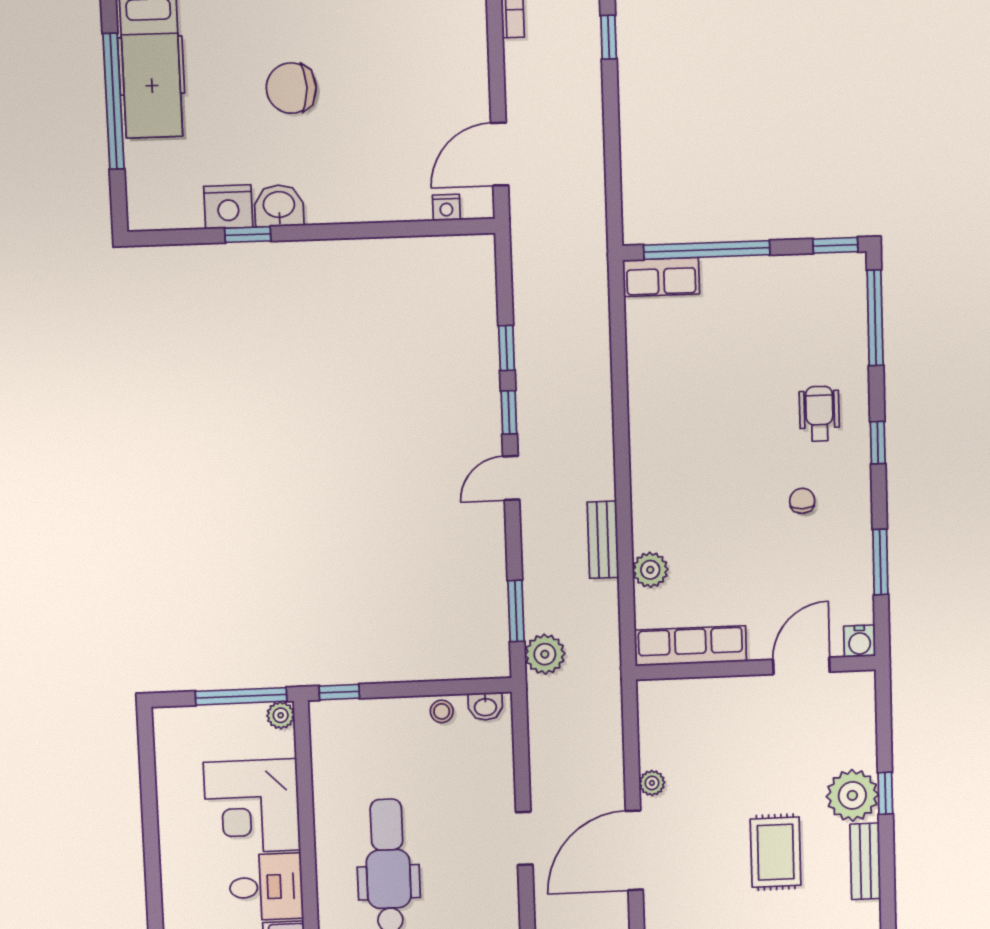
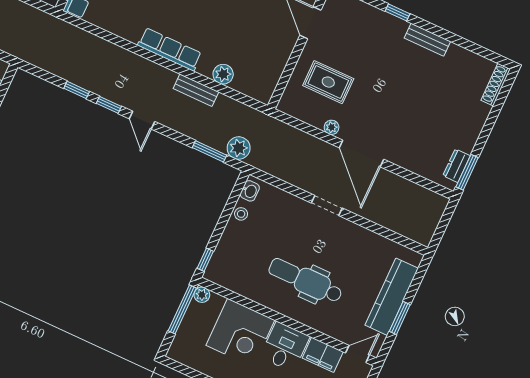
row of seats: (690, 646) -> (170, 49), moved, turned 90
plant: (852, 795) -> (390, 30), removed
rug: (776, 852) -> (328, 82), moved

